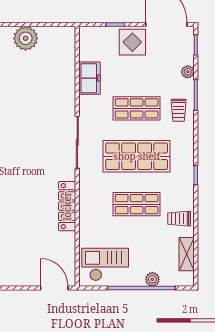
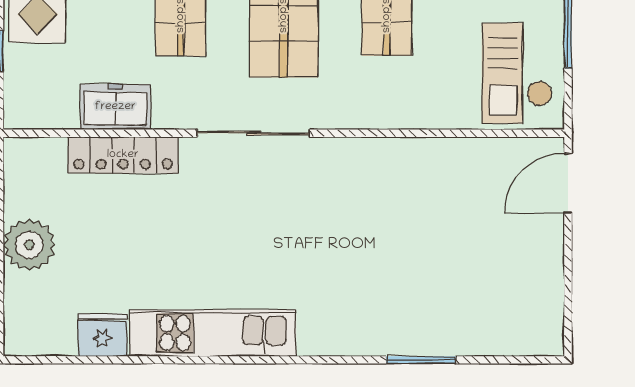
locker: (67, 206) -> (123, 155), moved

